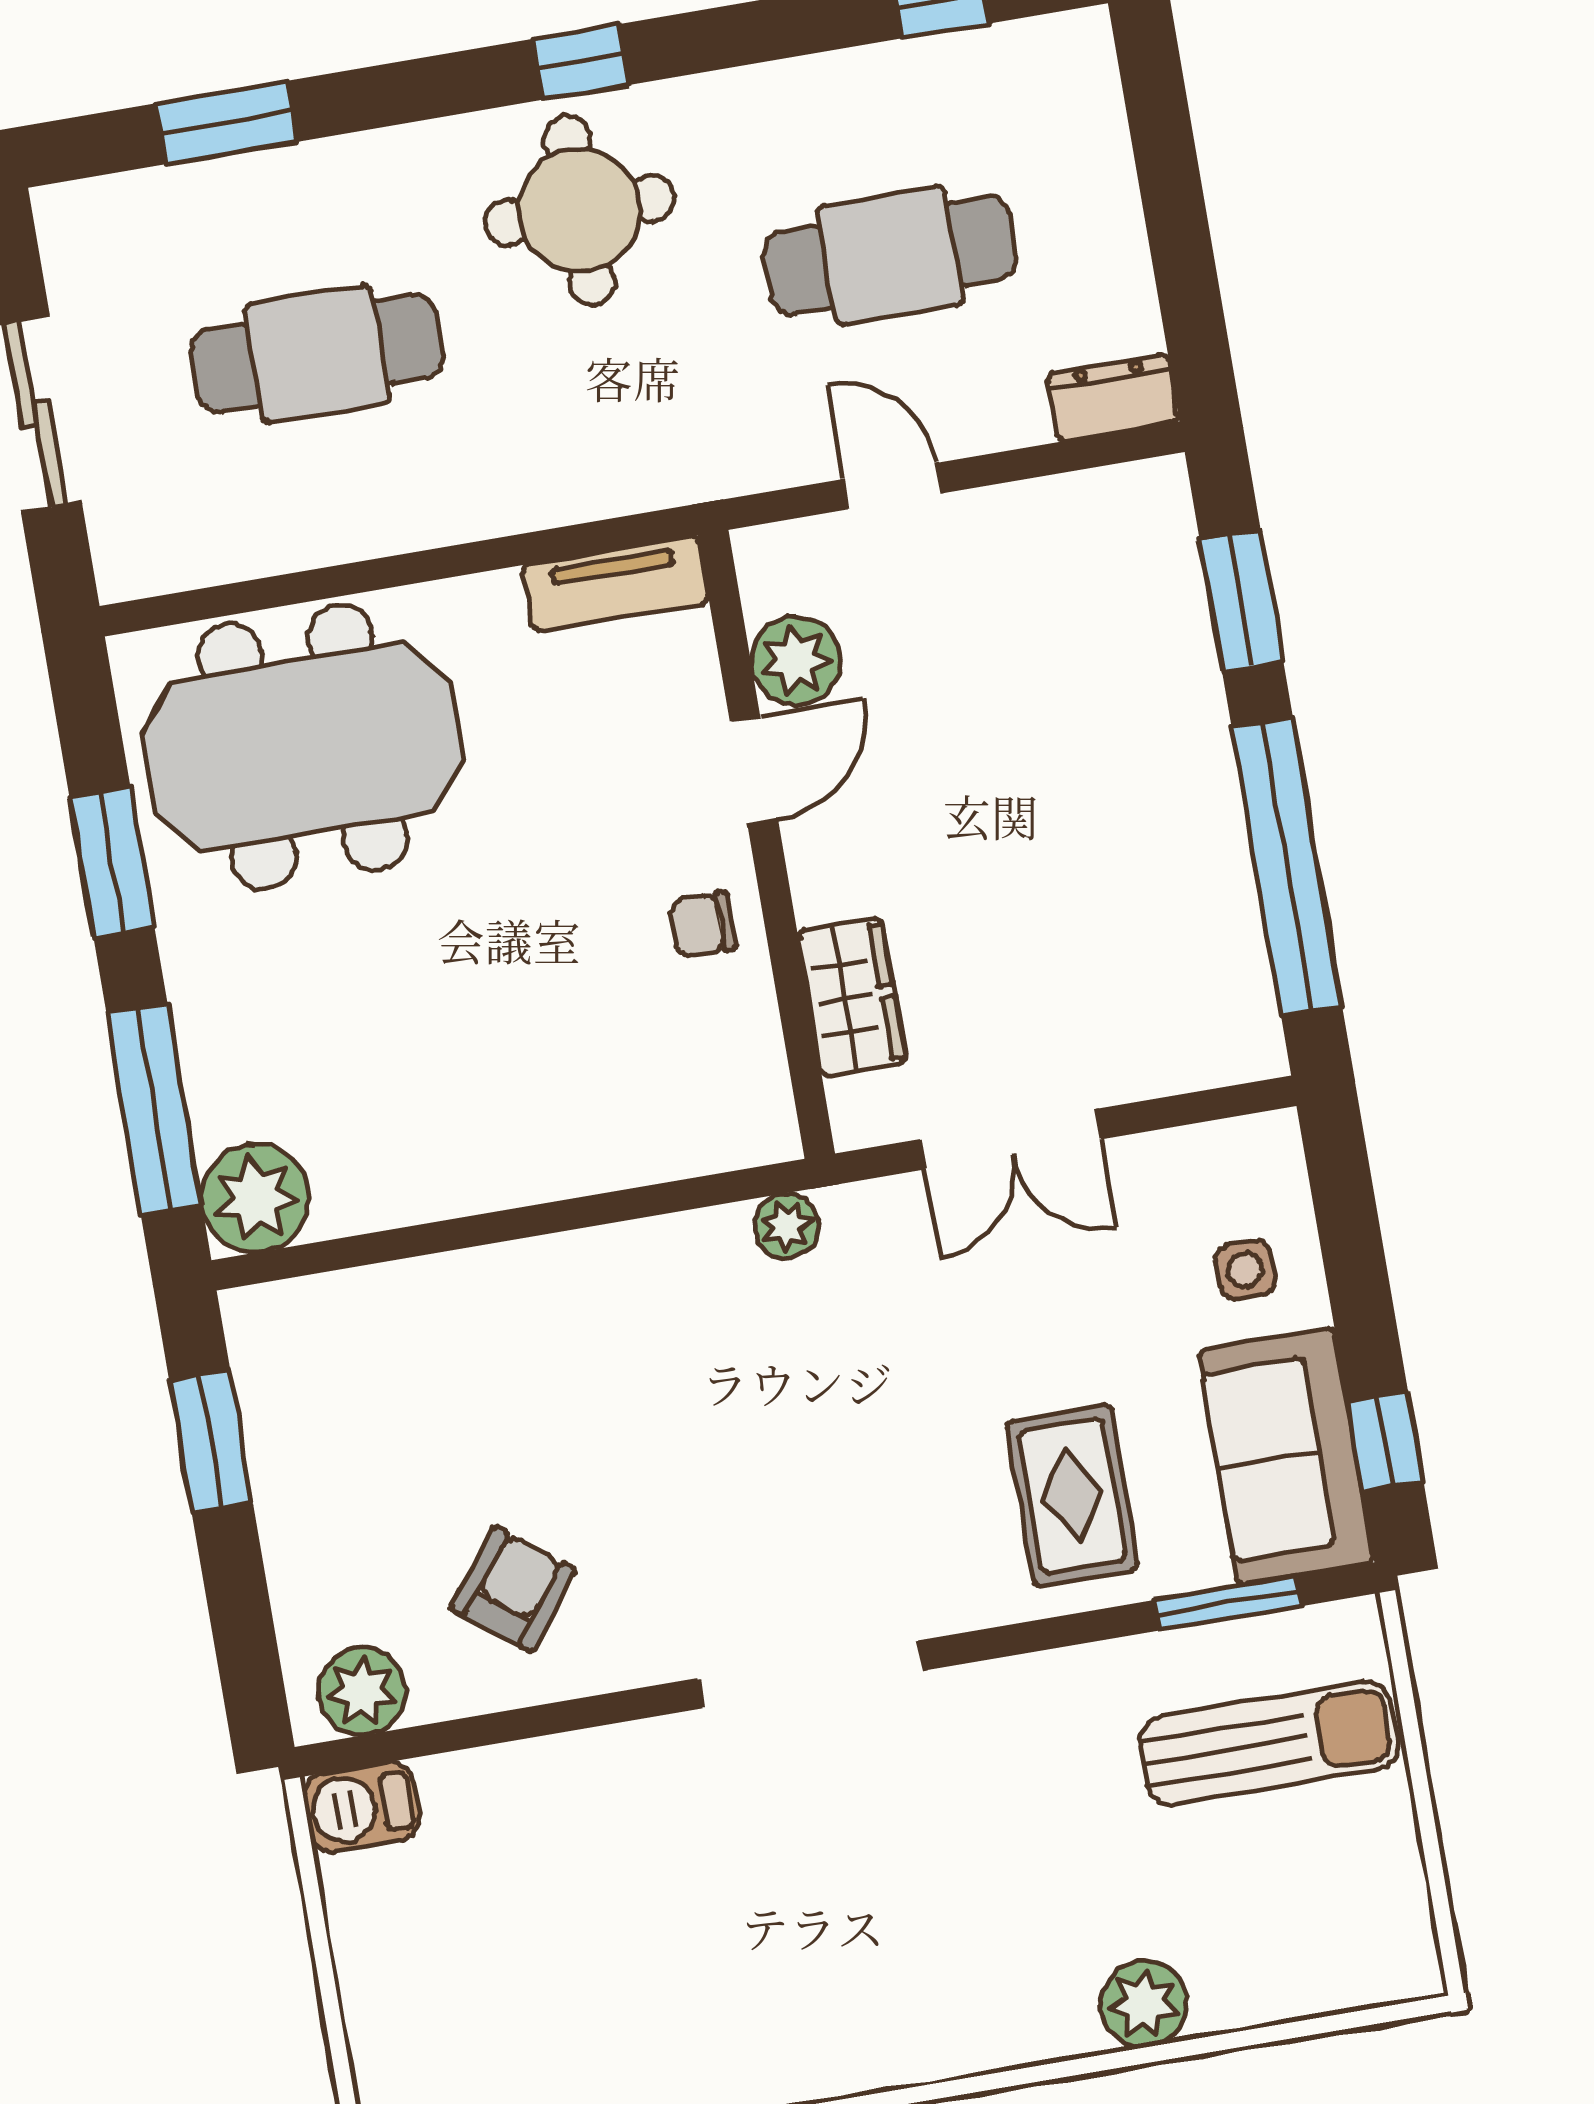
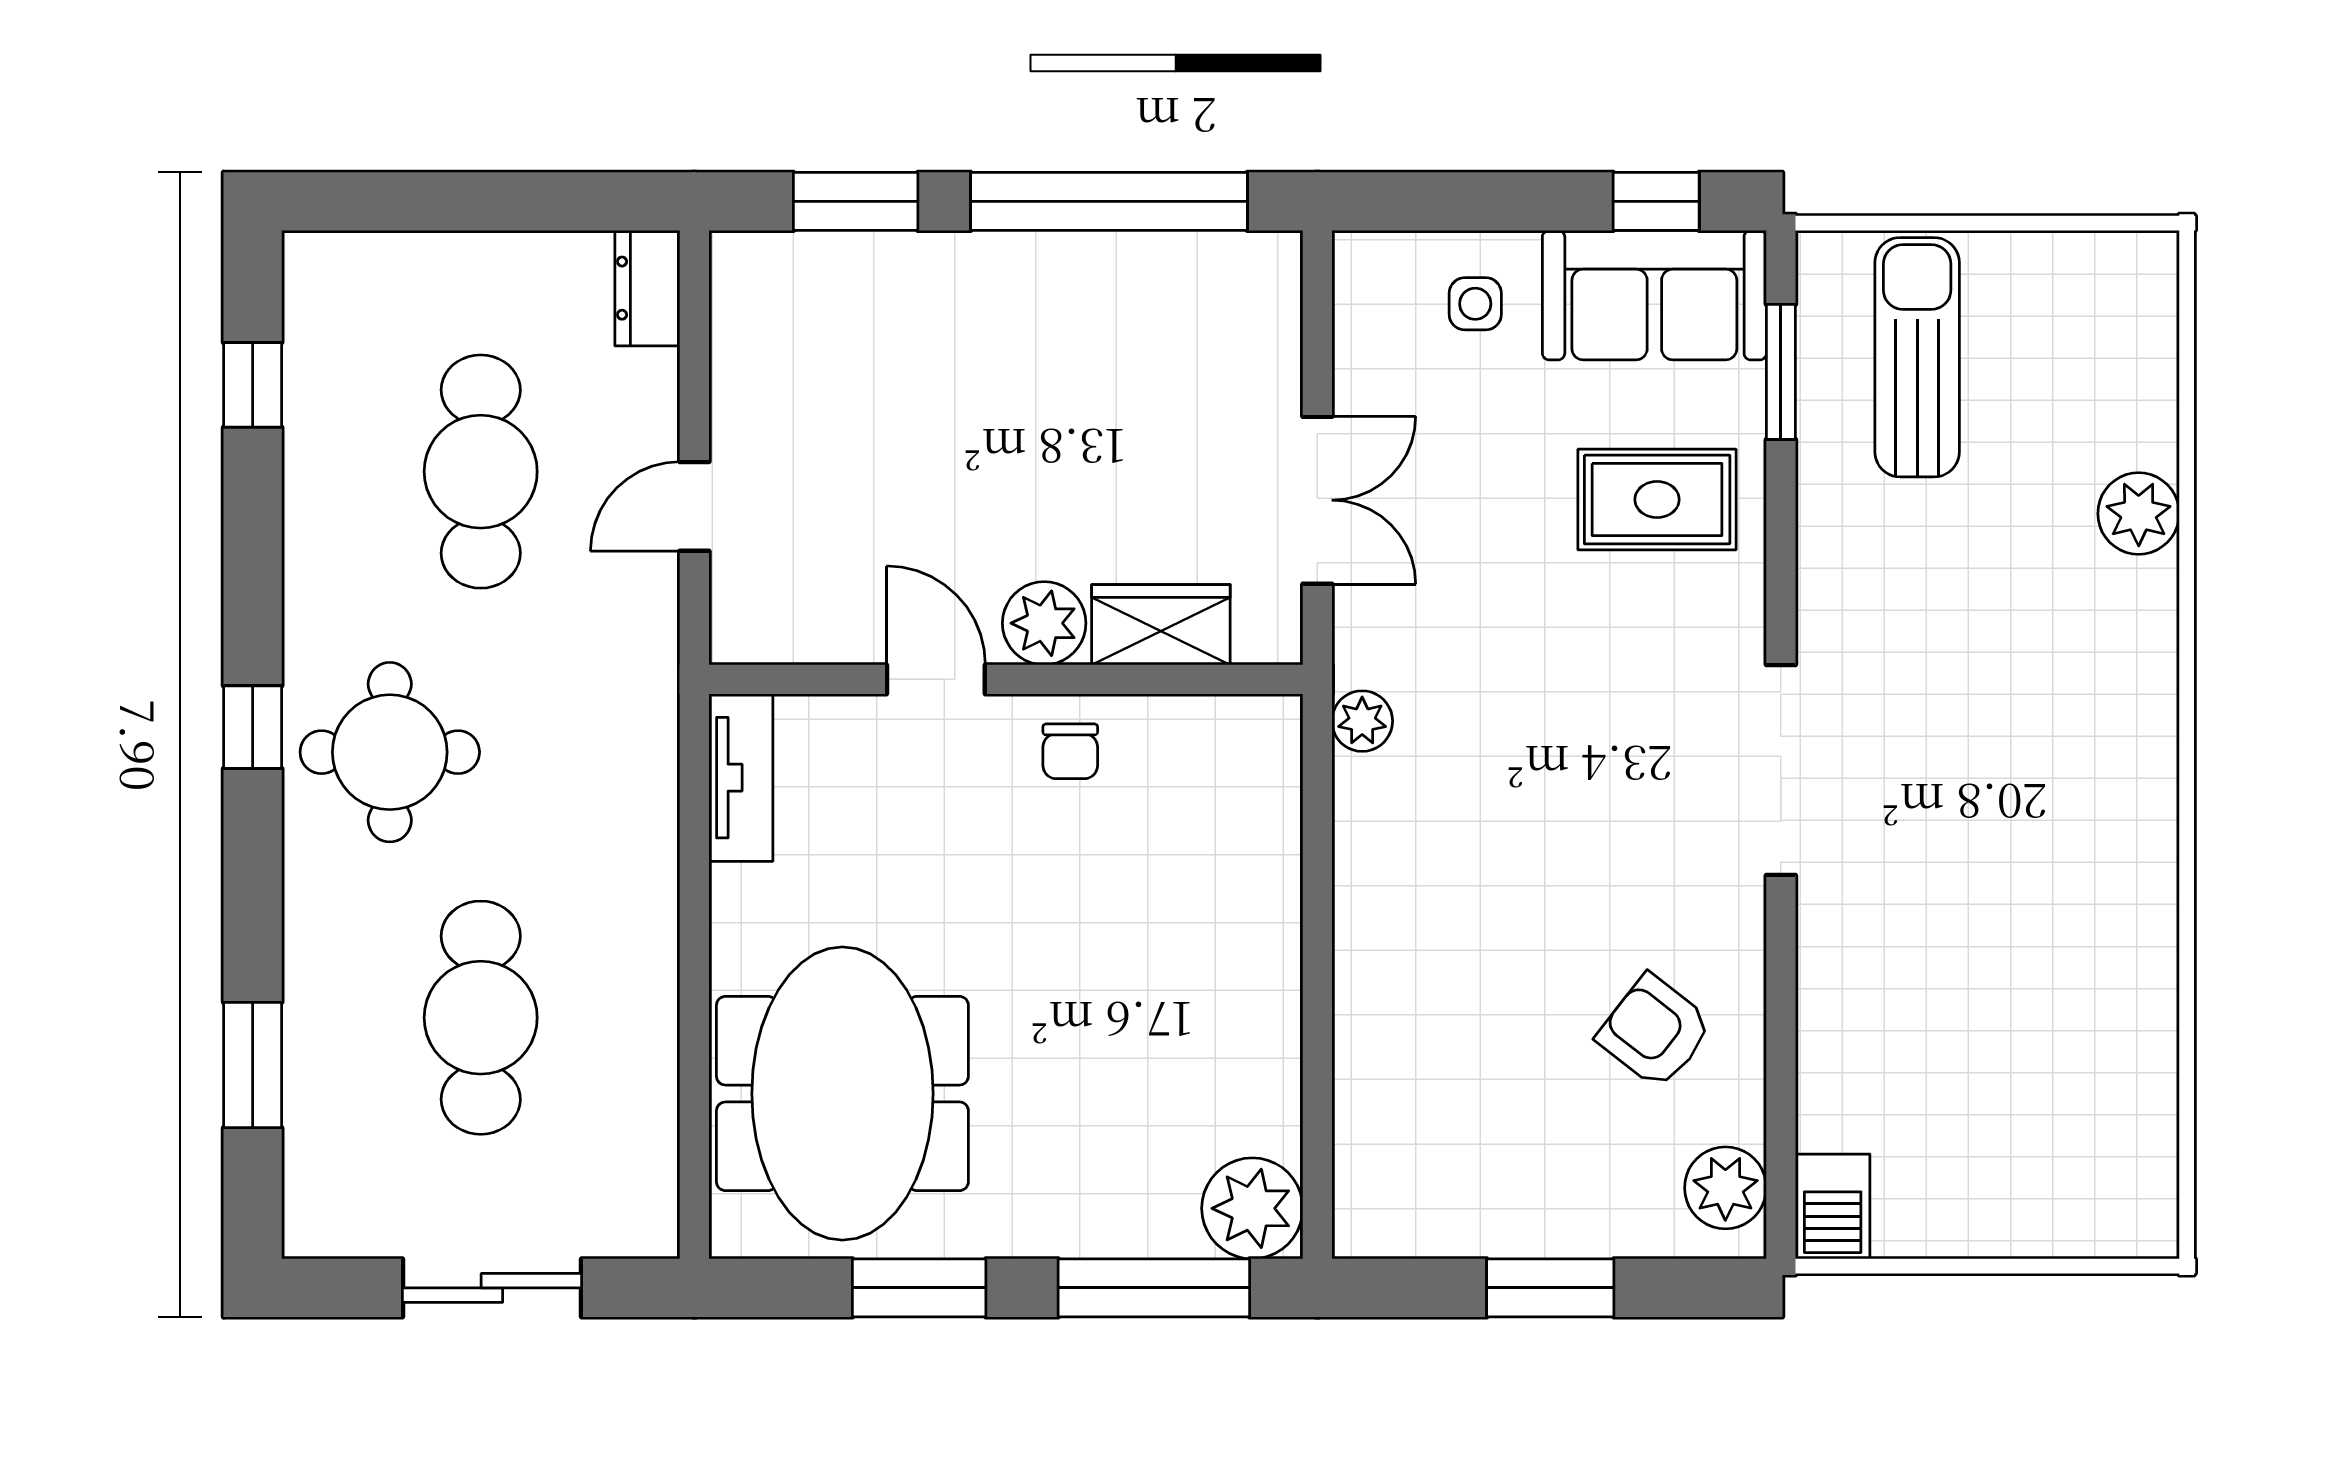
plant: (796, 661) -> (1044, 623), moved
window: (211, 1441) -> (1550, 1288), moved

